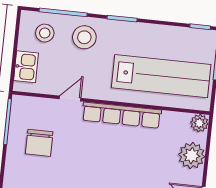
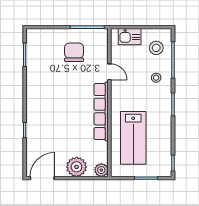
stool: (84, 37) -> (156, 78), width x0.53, depth x0.53
lab bench: (161, 76) -> (133, 138), width x0.73
chair: (39, 143) -> (74, 52), turned 90

